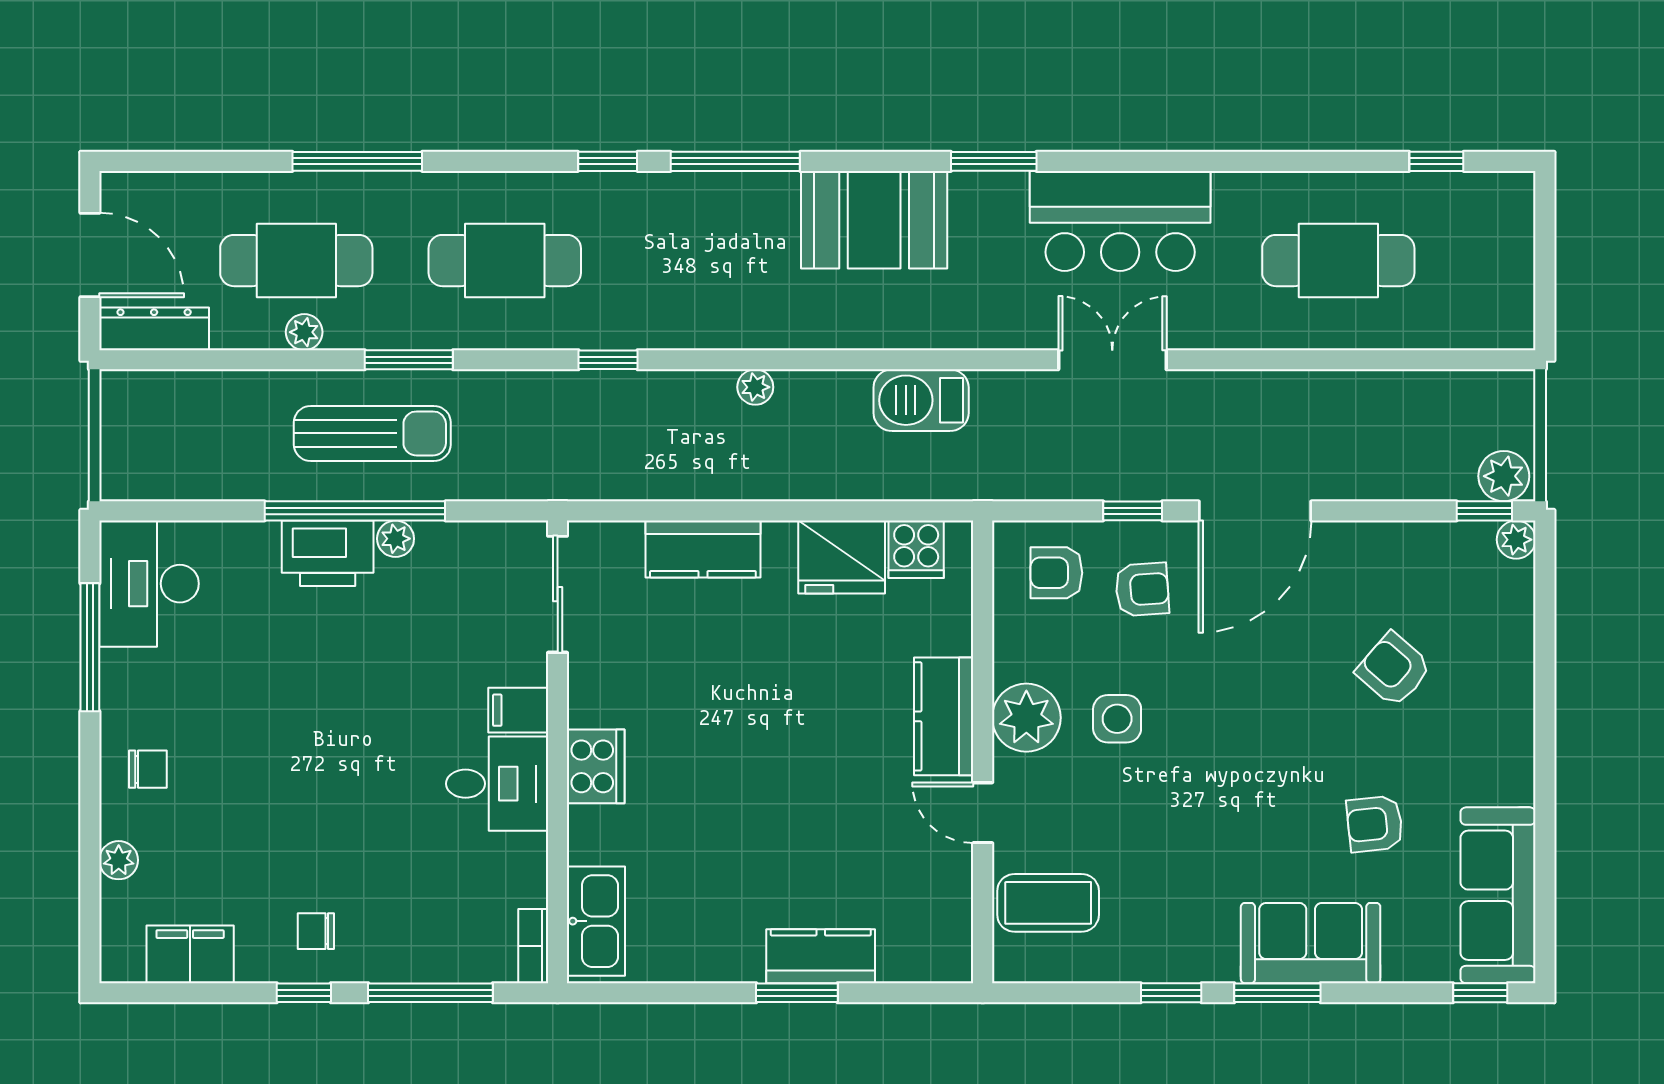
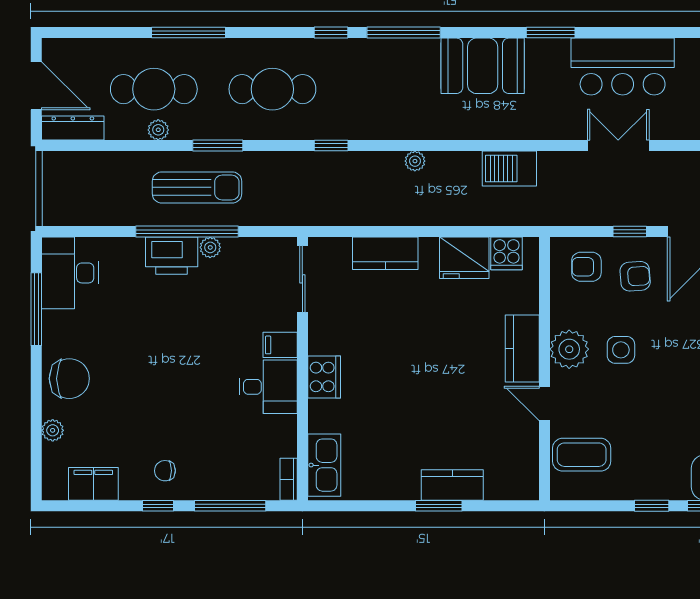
chair: (148, 769) -> (69, 379), width x1.87, depth x1.87

